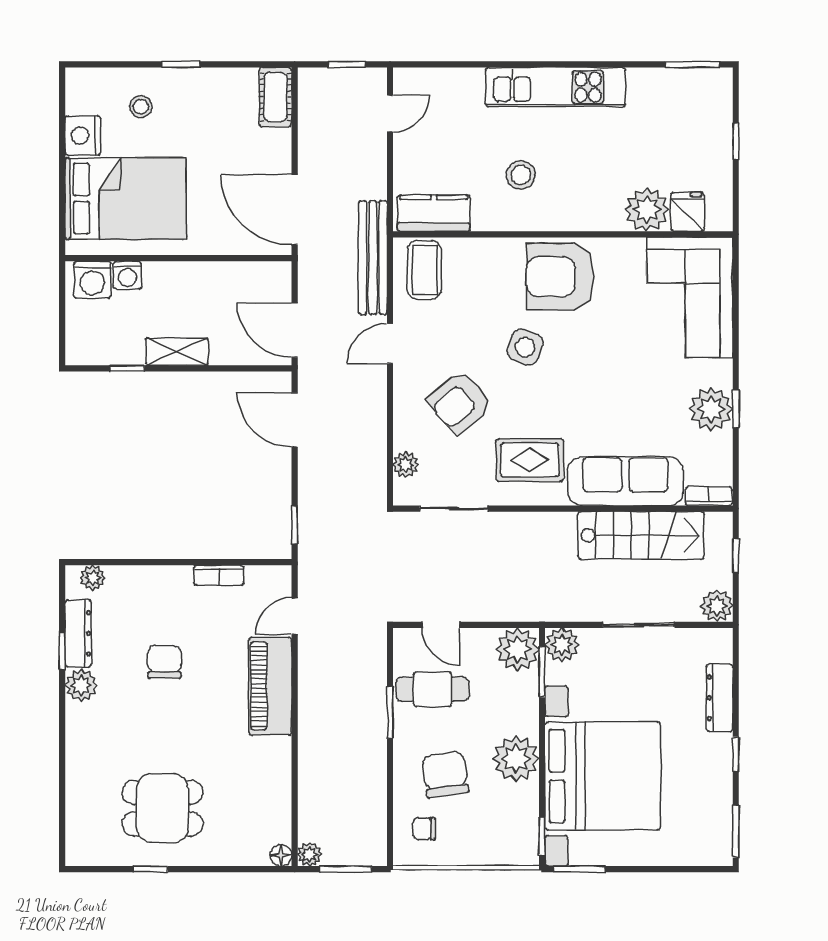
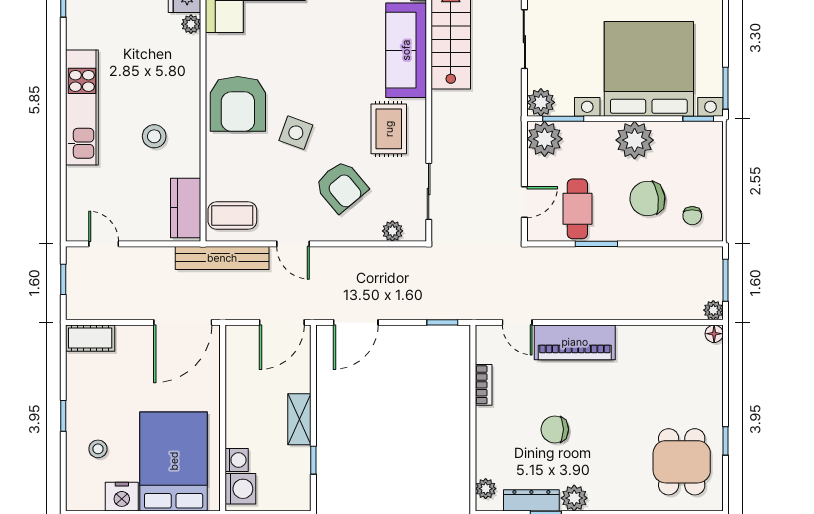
plant: (647, 209) -> (191, 24), width x0.53, depth x0.53
dining table: (162, 808) -> (682, 462), moved

